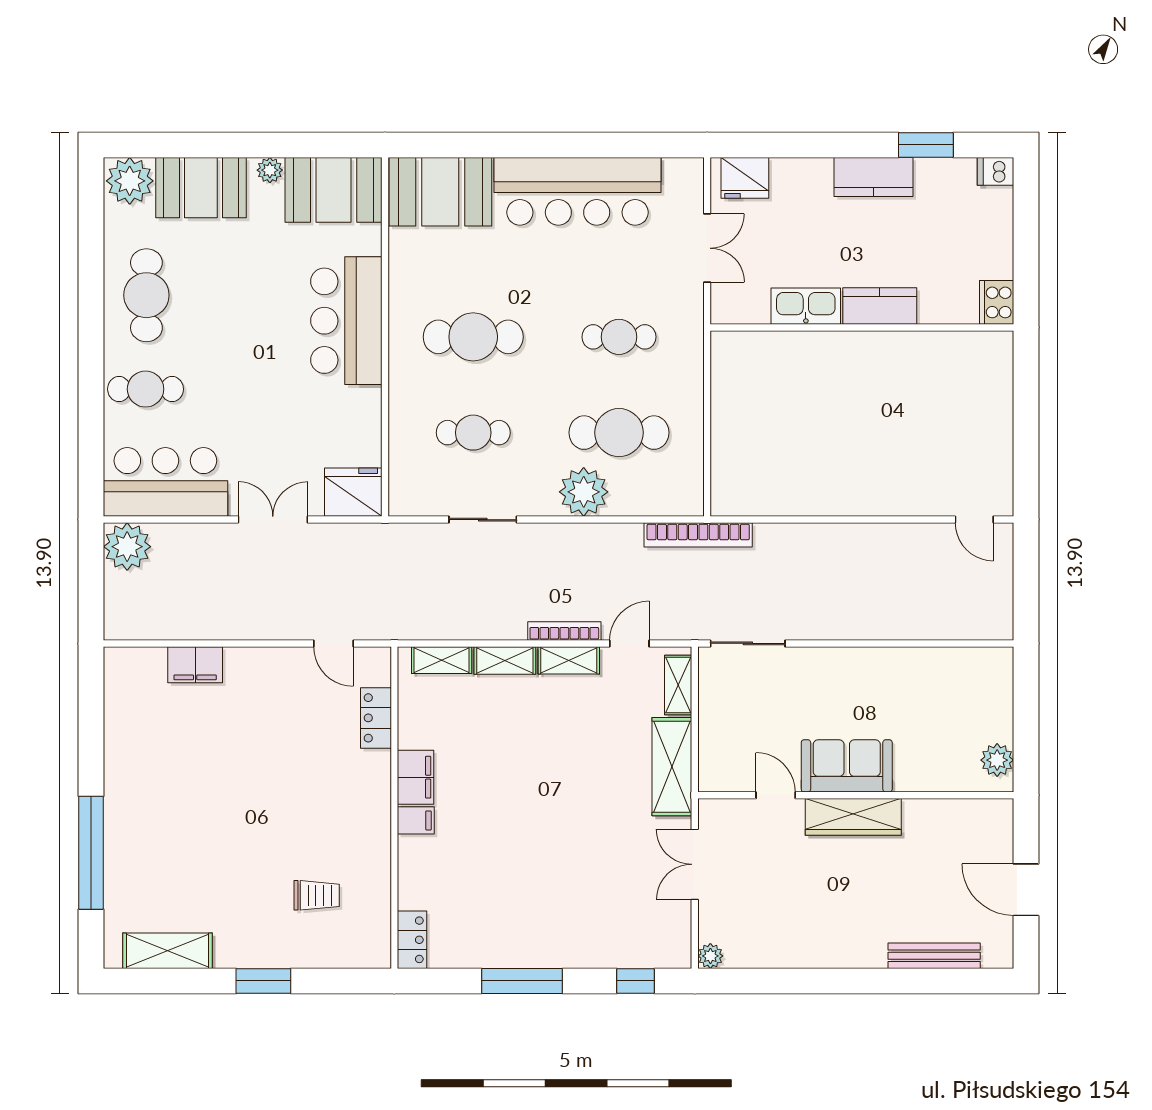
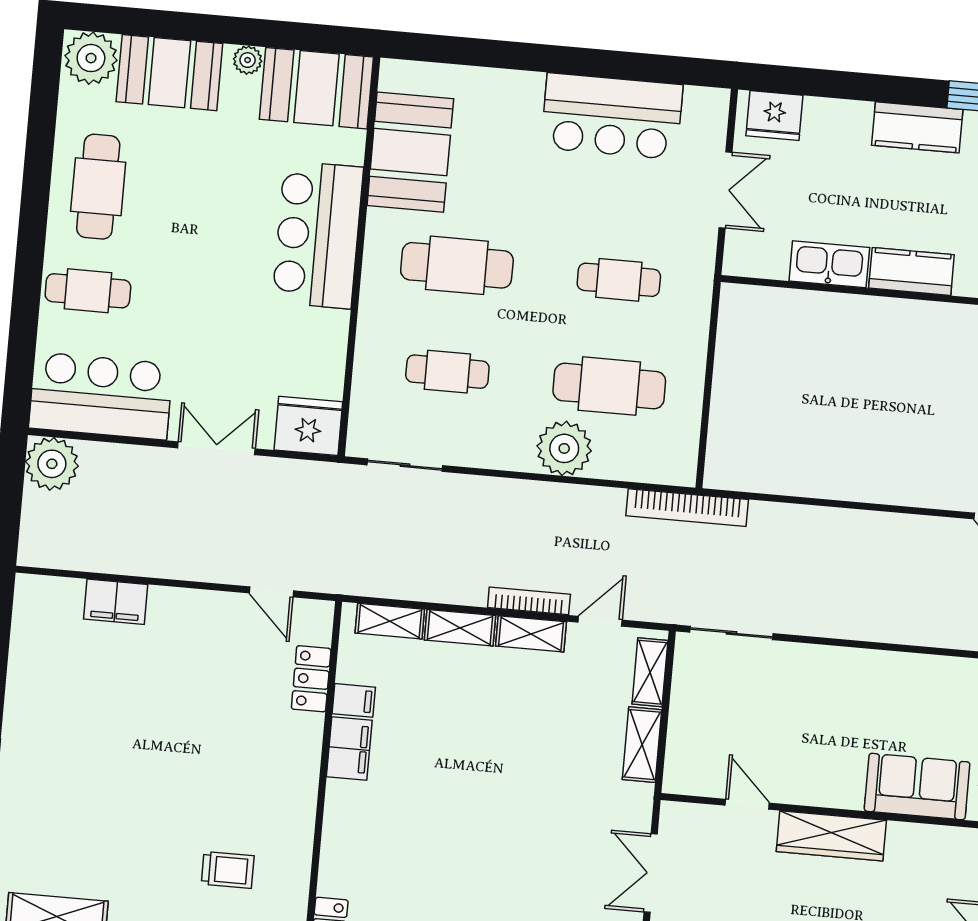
bar counter: (578, 191) -> (612, 116), width x0.73
booth: (440, 192) -> (410, 152), moved, turned 90
sliding door: (483, 520) -> (405, 465), moved
sofa: (847, 766) -> (917, 787), moved
shelving: (672, 767) -> (642, 745), width x0.67, depth x0.75
filing cabinet: (416, 820) -> (354, 700), moved

